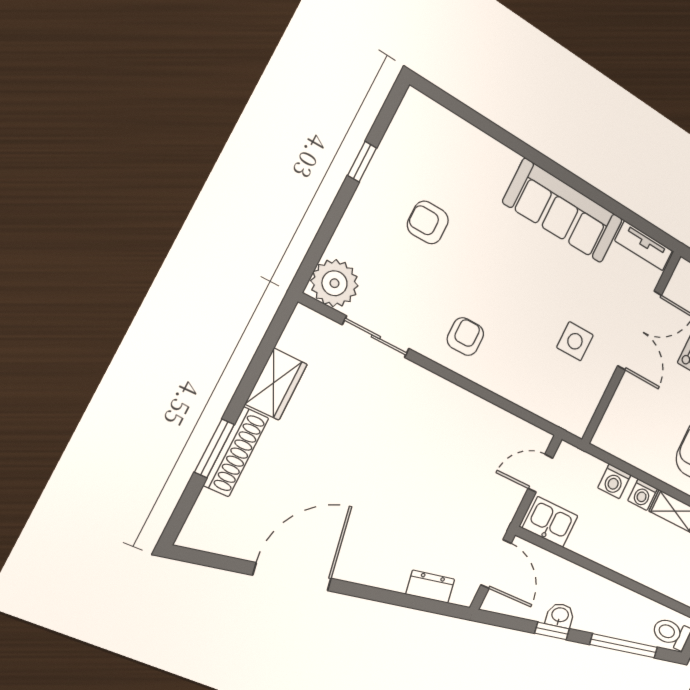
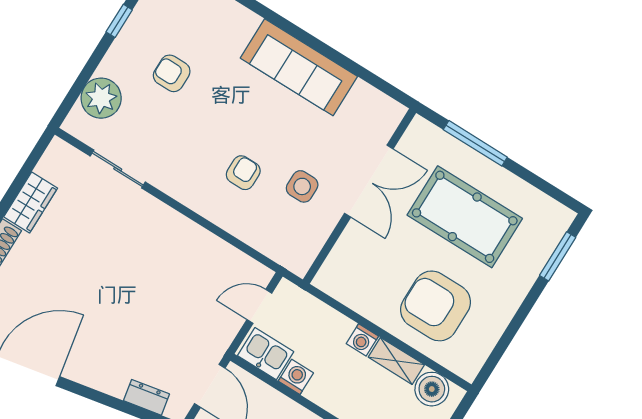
tv unit: (644, 246) -> (378, 102), removed
plant: (335, 283) -> (101, 98), moved
armchair: (465, 337) -> (243, 173), moved
washing machine: (614, 481) -> (296, 377), moved, turned 180

